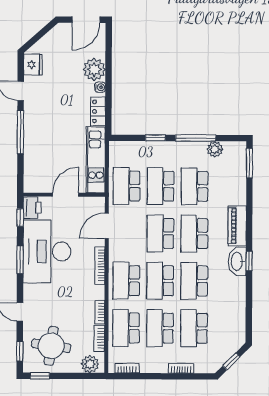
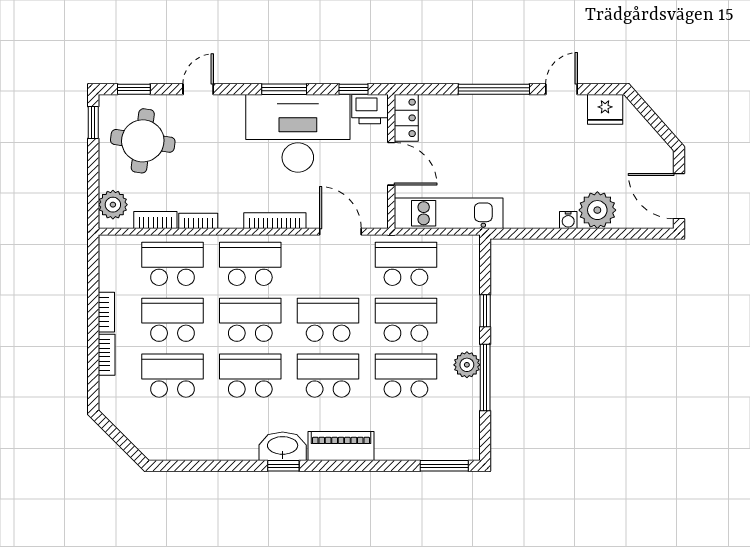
locker: (98, 111) -> (406, 118), moved, turned 90
plant: (215, 149) -> (467, 365), moved
window: (231, 361) -> (118, 437), removed
bookcase: (127, 368) -> (106, 312), moved

